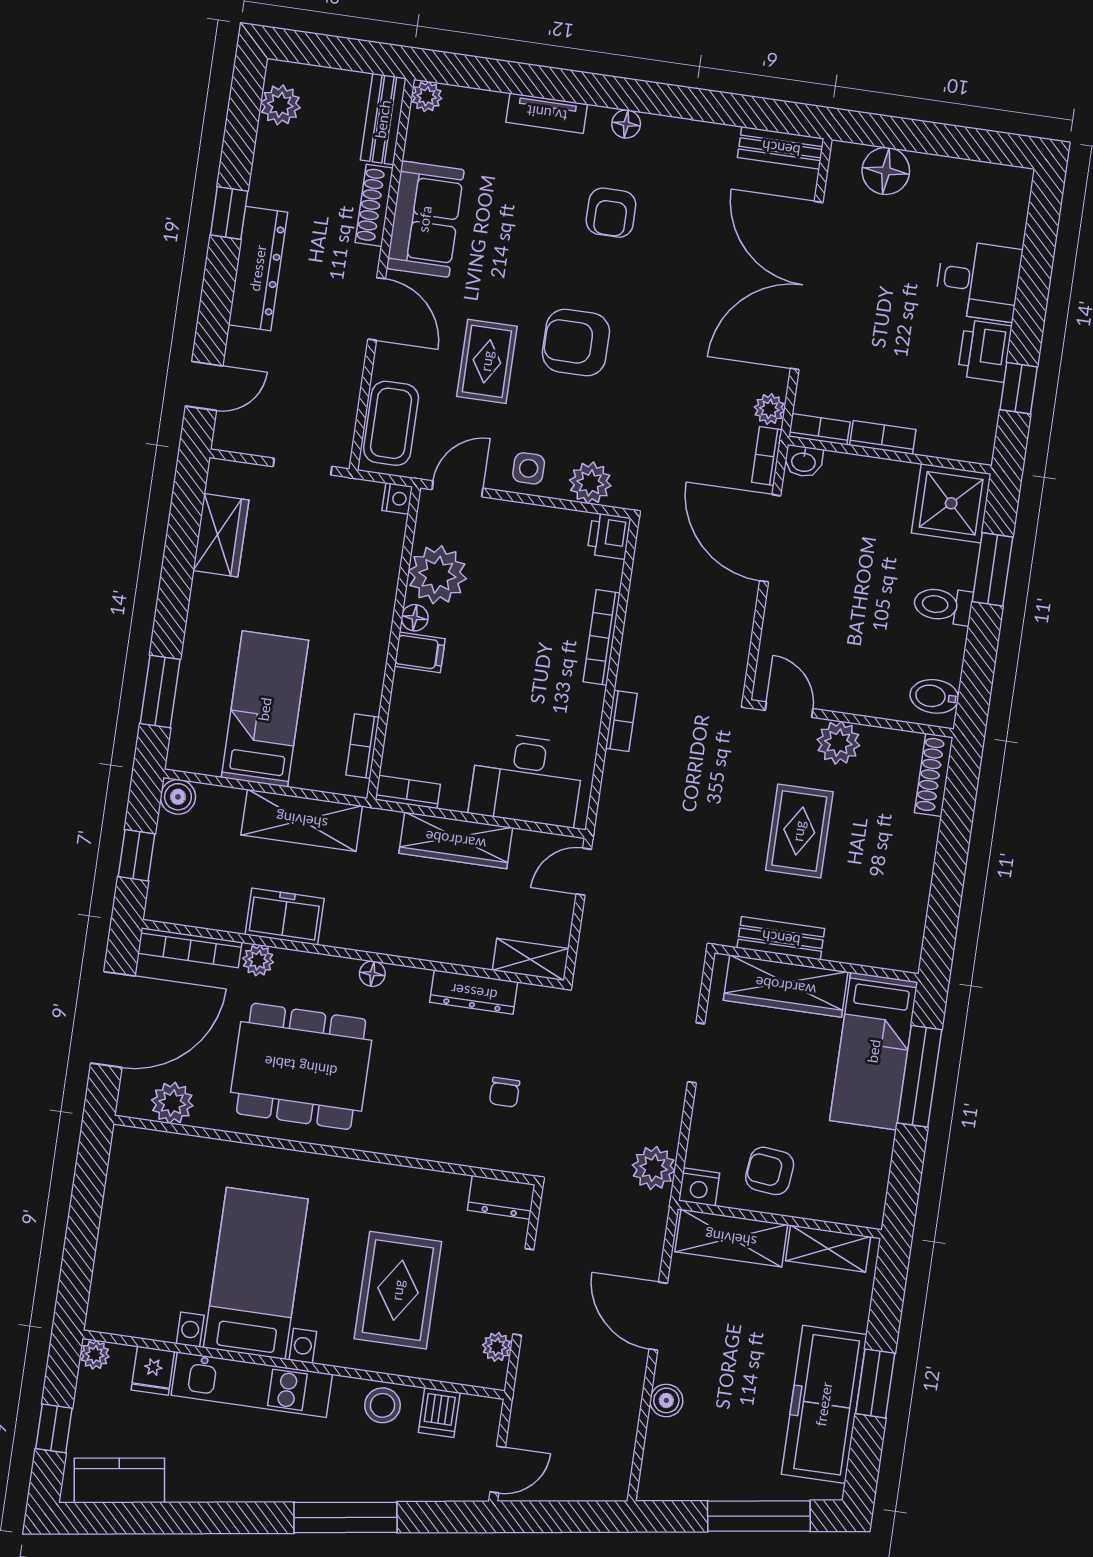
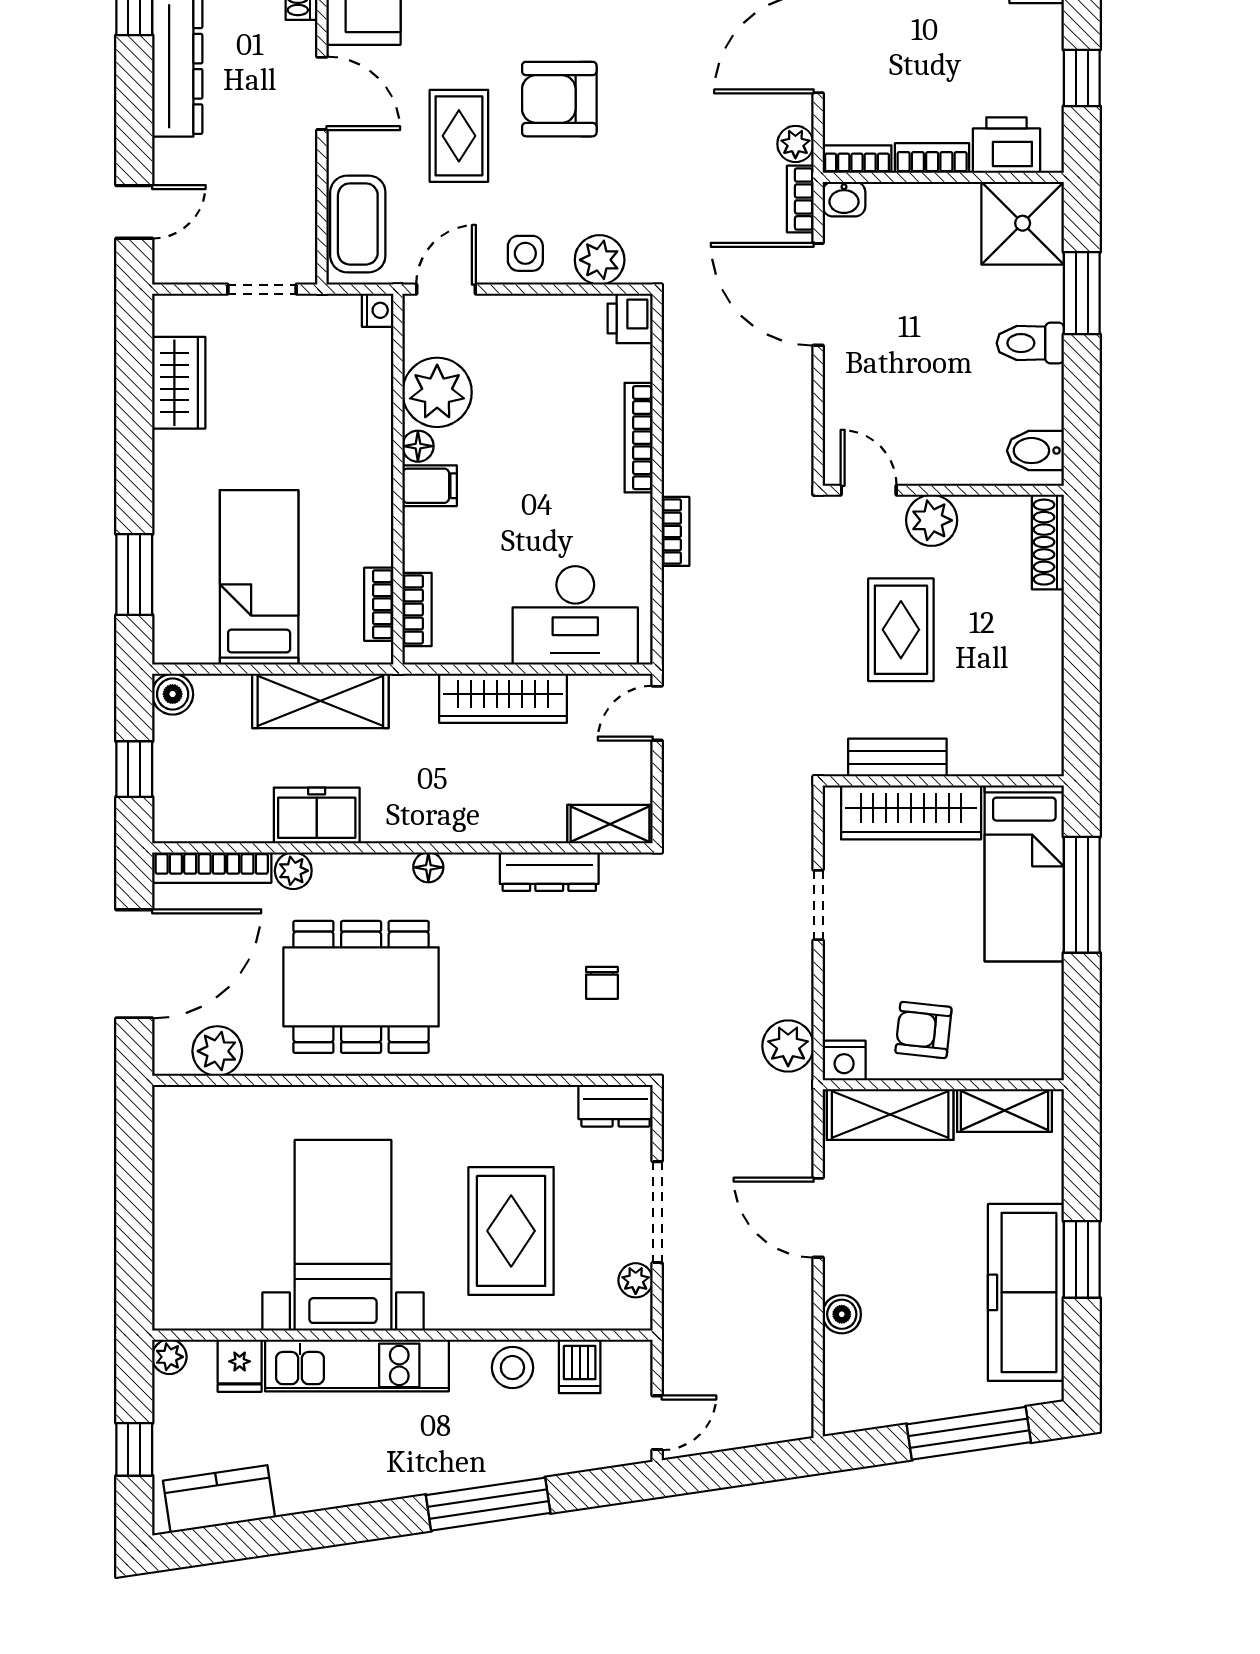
printer: (985, 351) -> (1006, 145), moved, turned 90
bookcase: (408, 792) -> (417, 610), moved, turned 90

